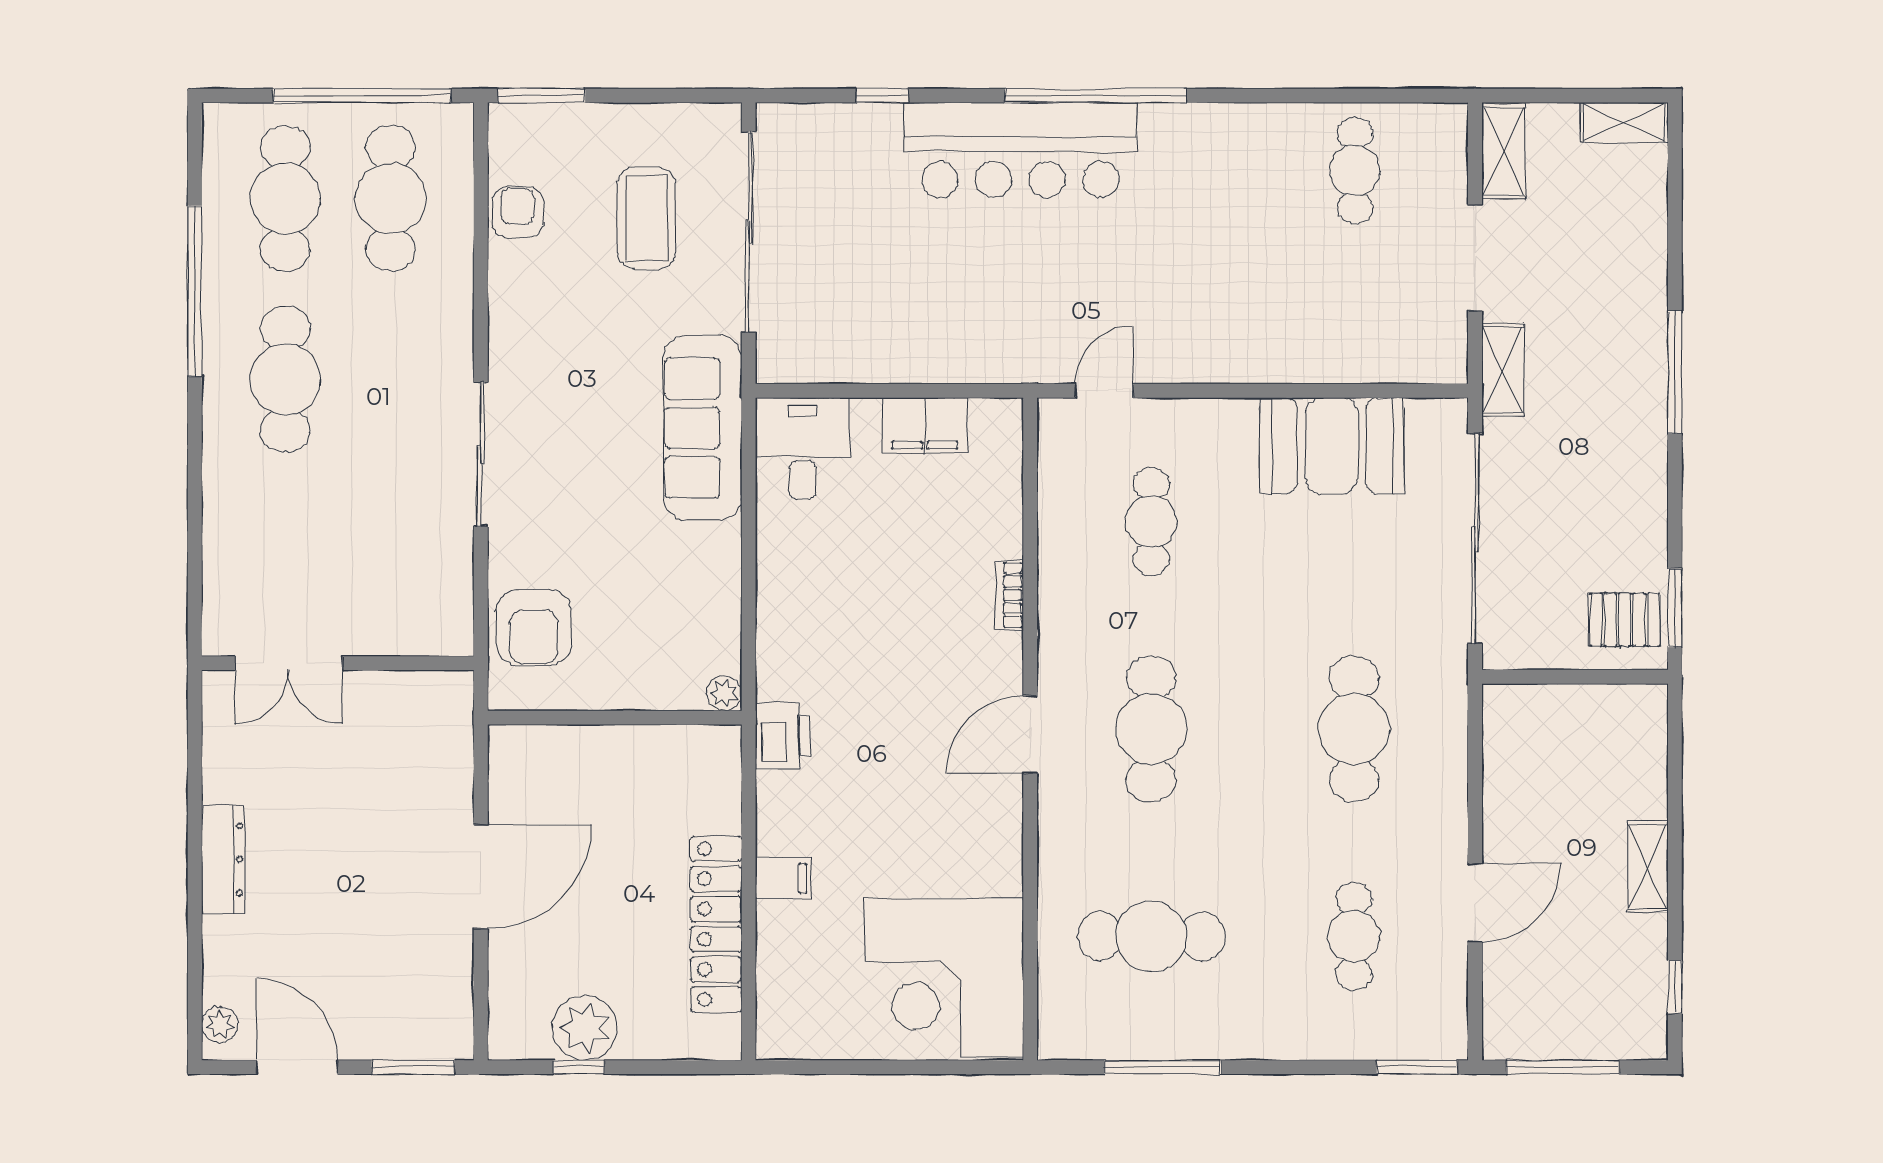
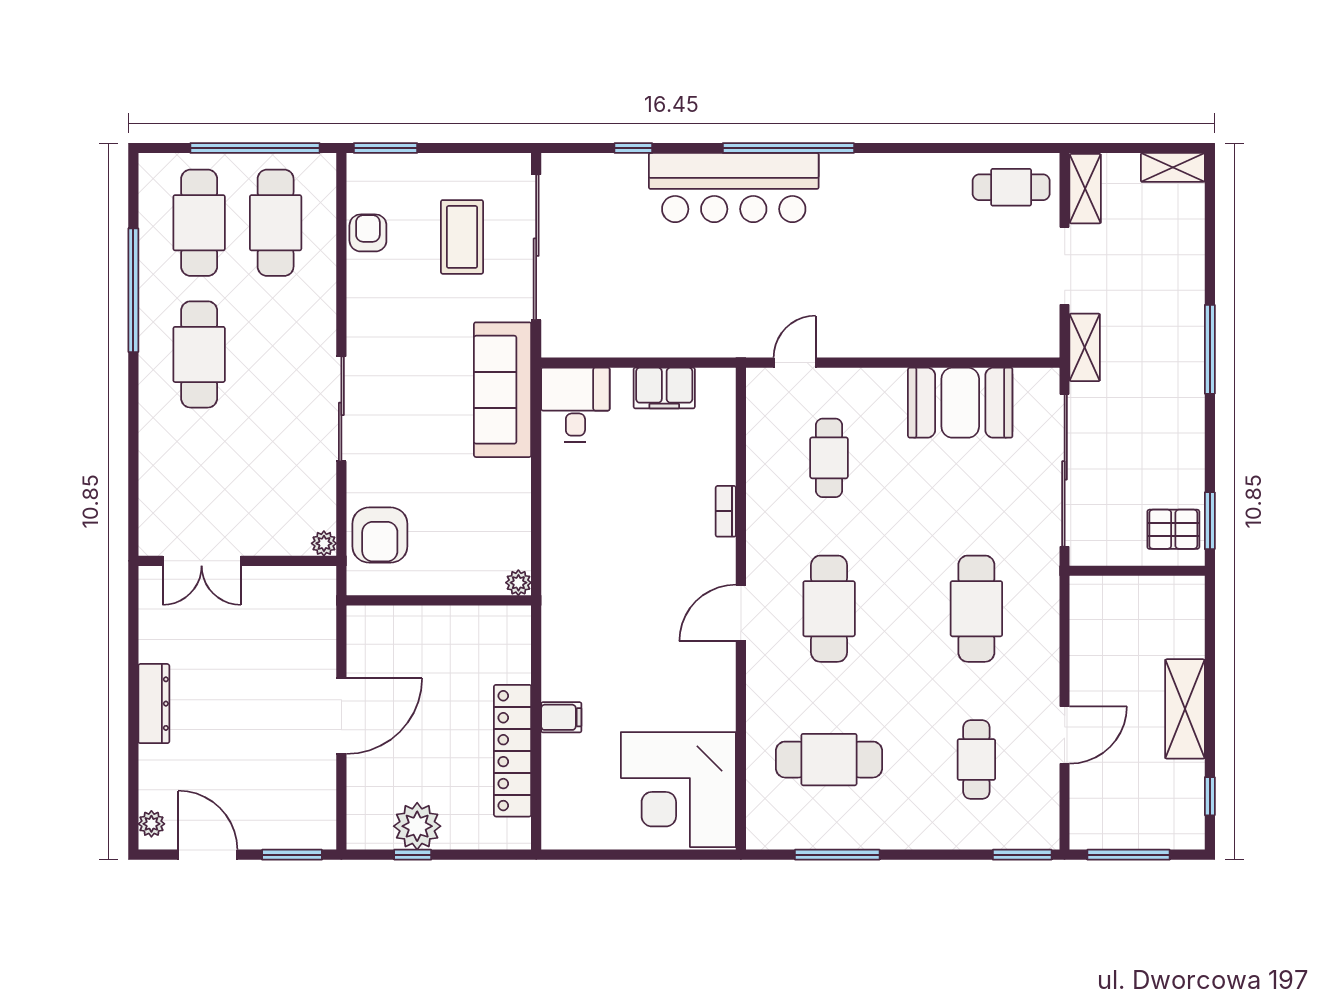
cafe table: (1355, 171) -> (1011, 187), moved, turned 90
plant: (457, 639) -> (324, 543), added
printer: (783, 736) -> (561, 614), removed
shelving: (1648, 867) -> (1185, 709), width x1.50, depth x1.33

